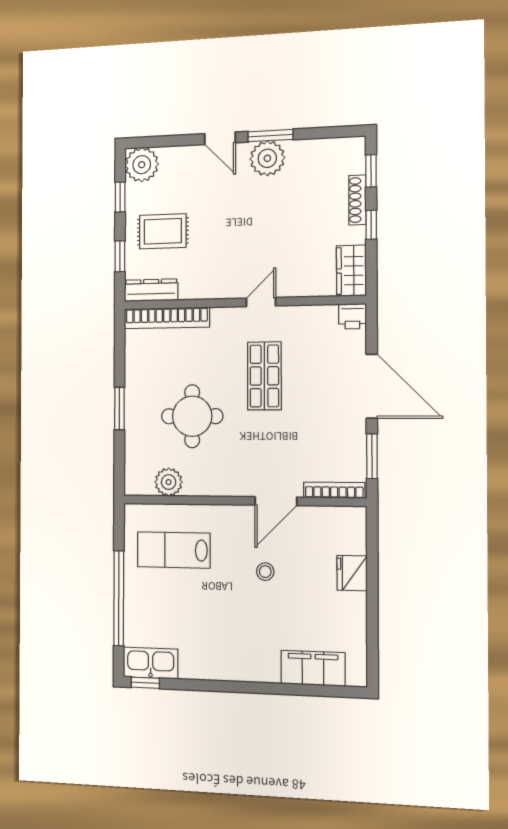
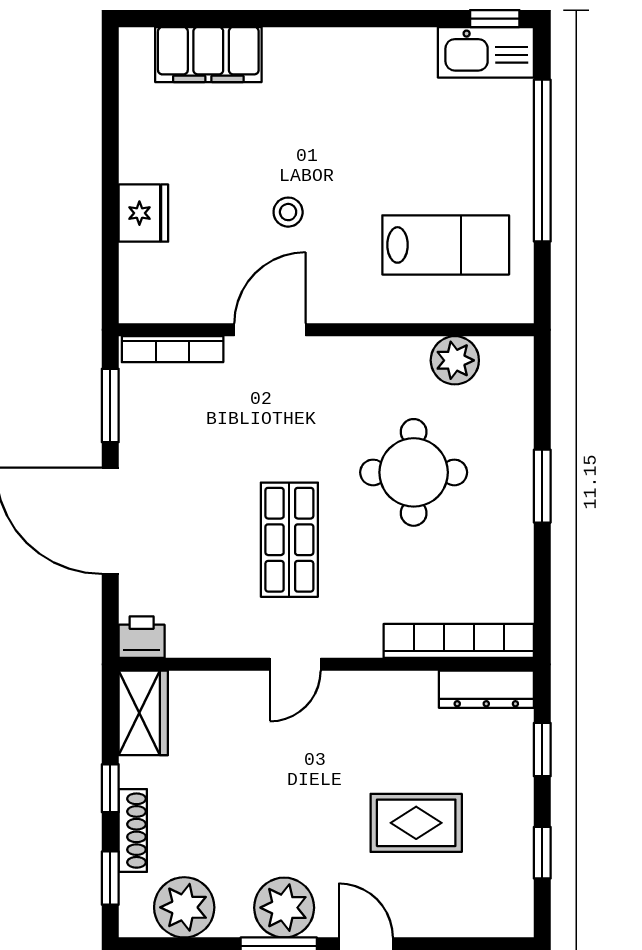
plant: (142, 165) -> (184, 907), moved
rug: (163, 231) -> (416, 823), moved

